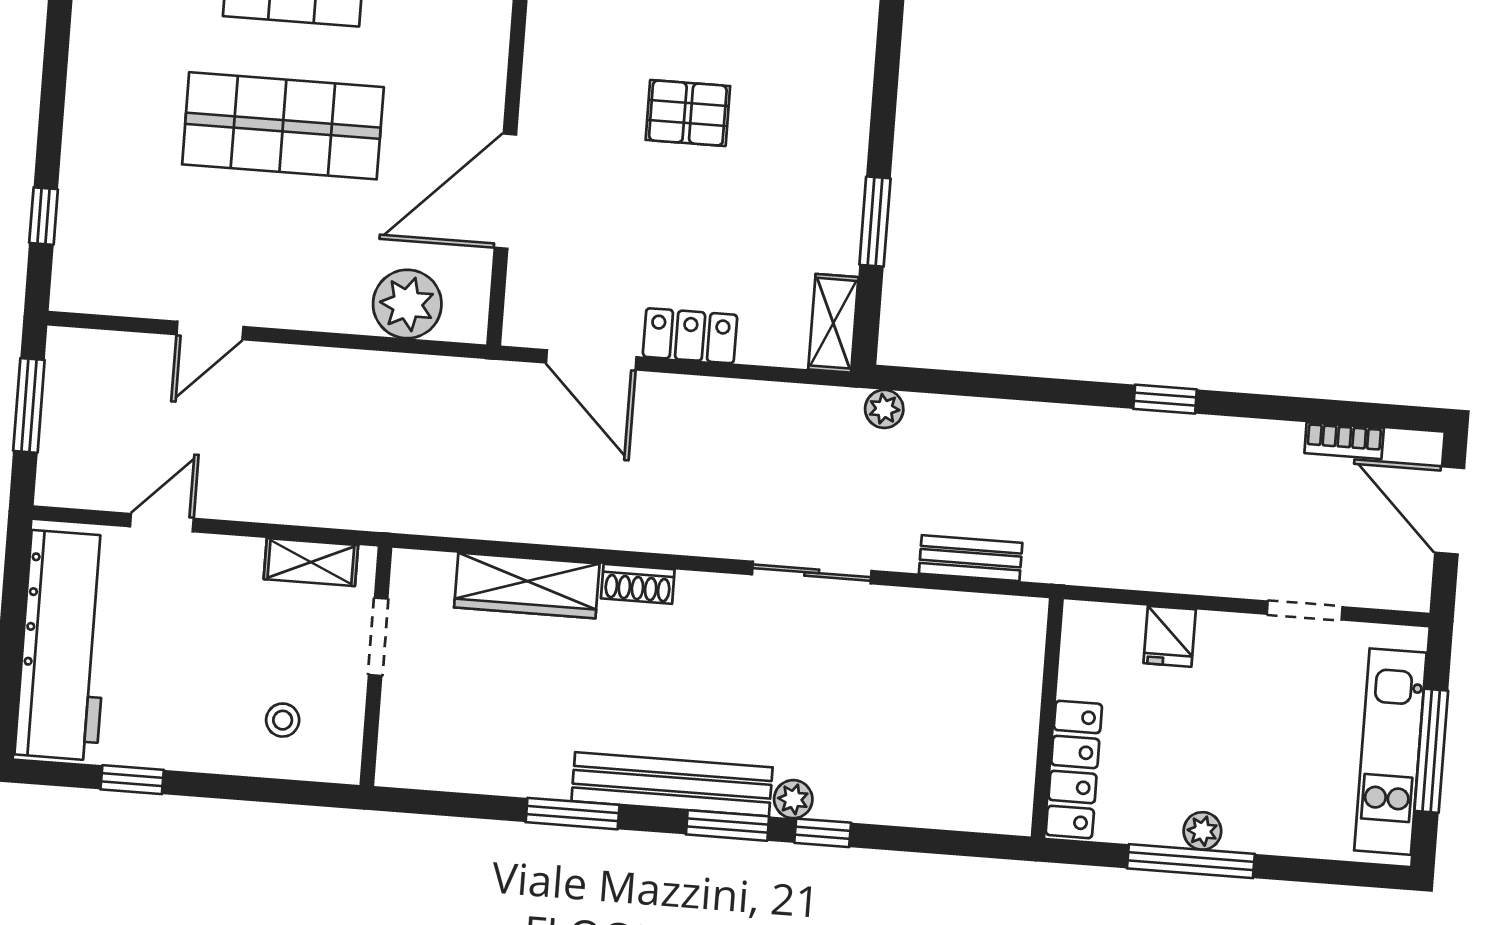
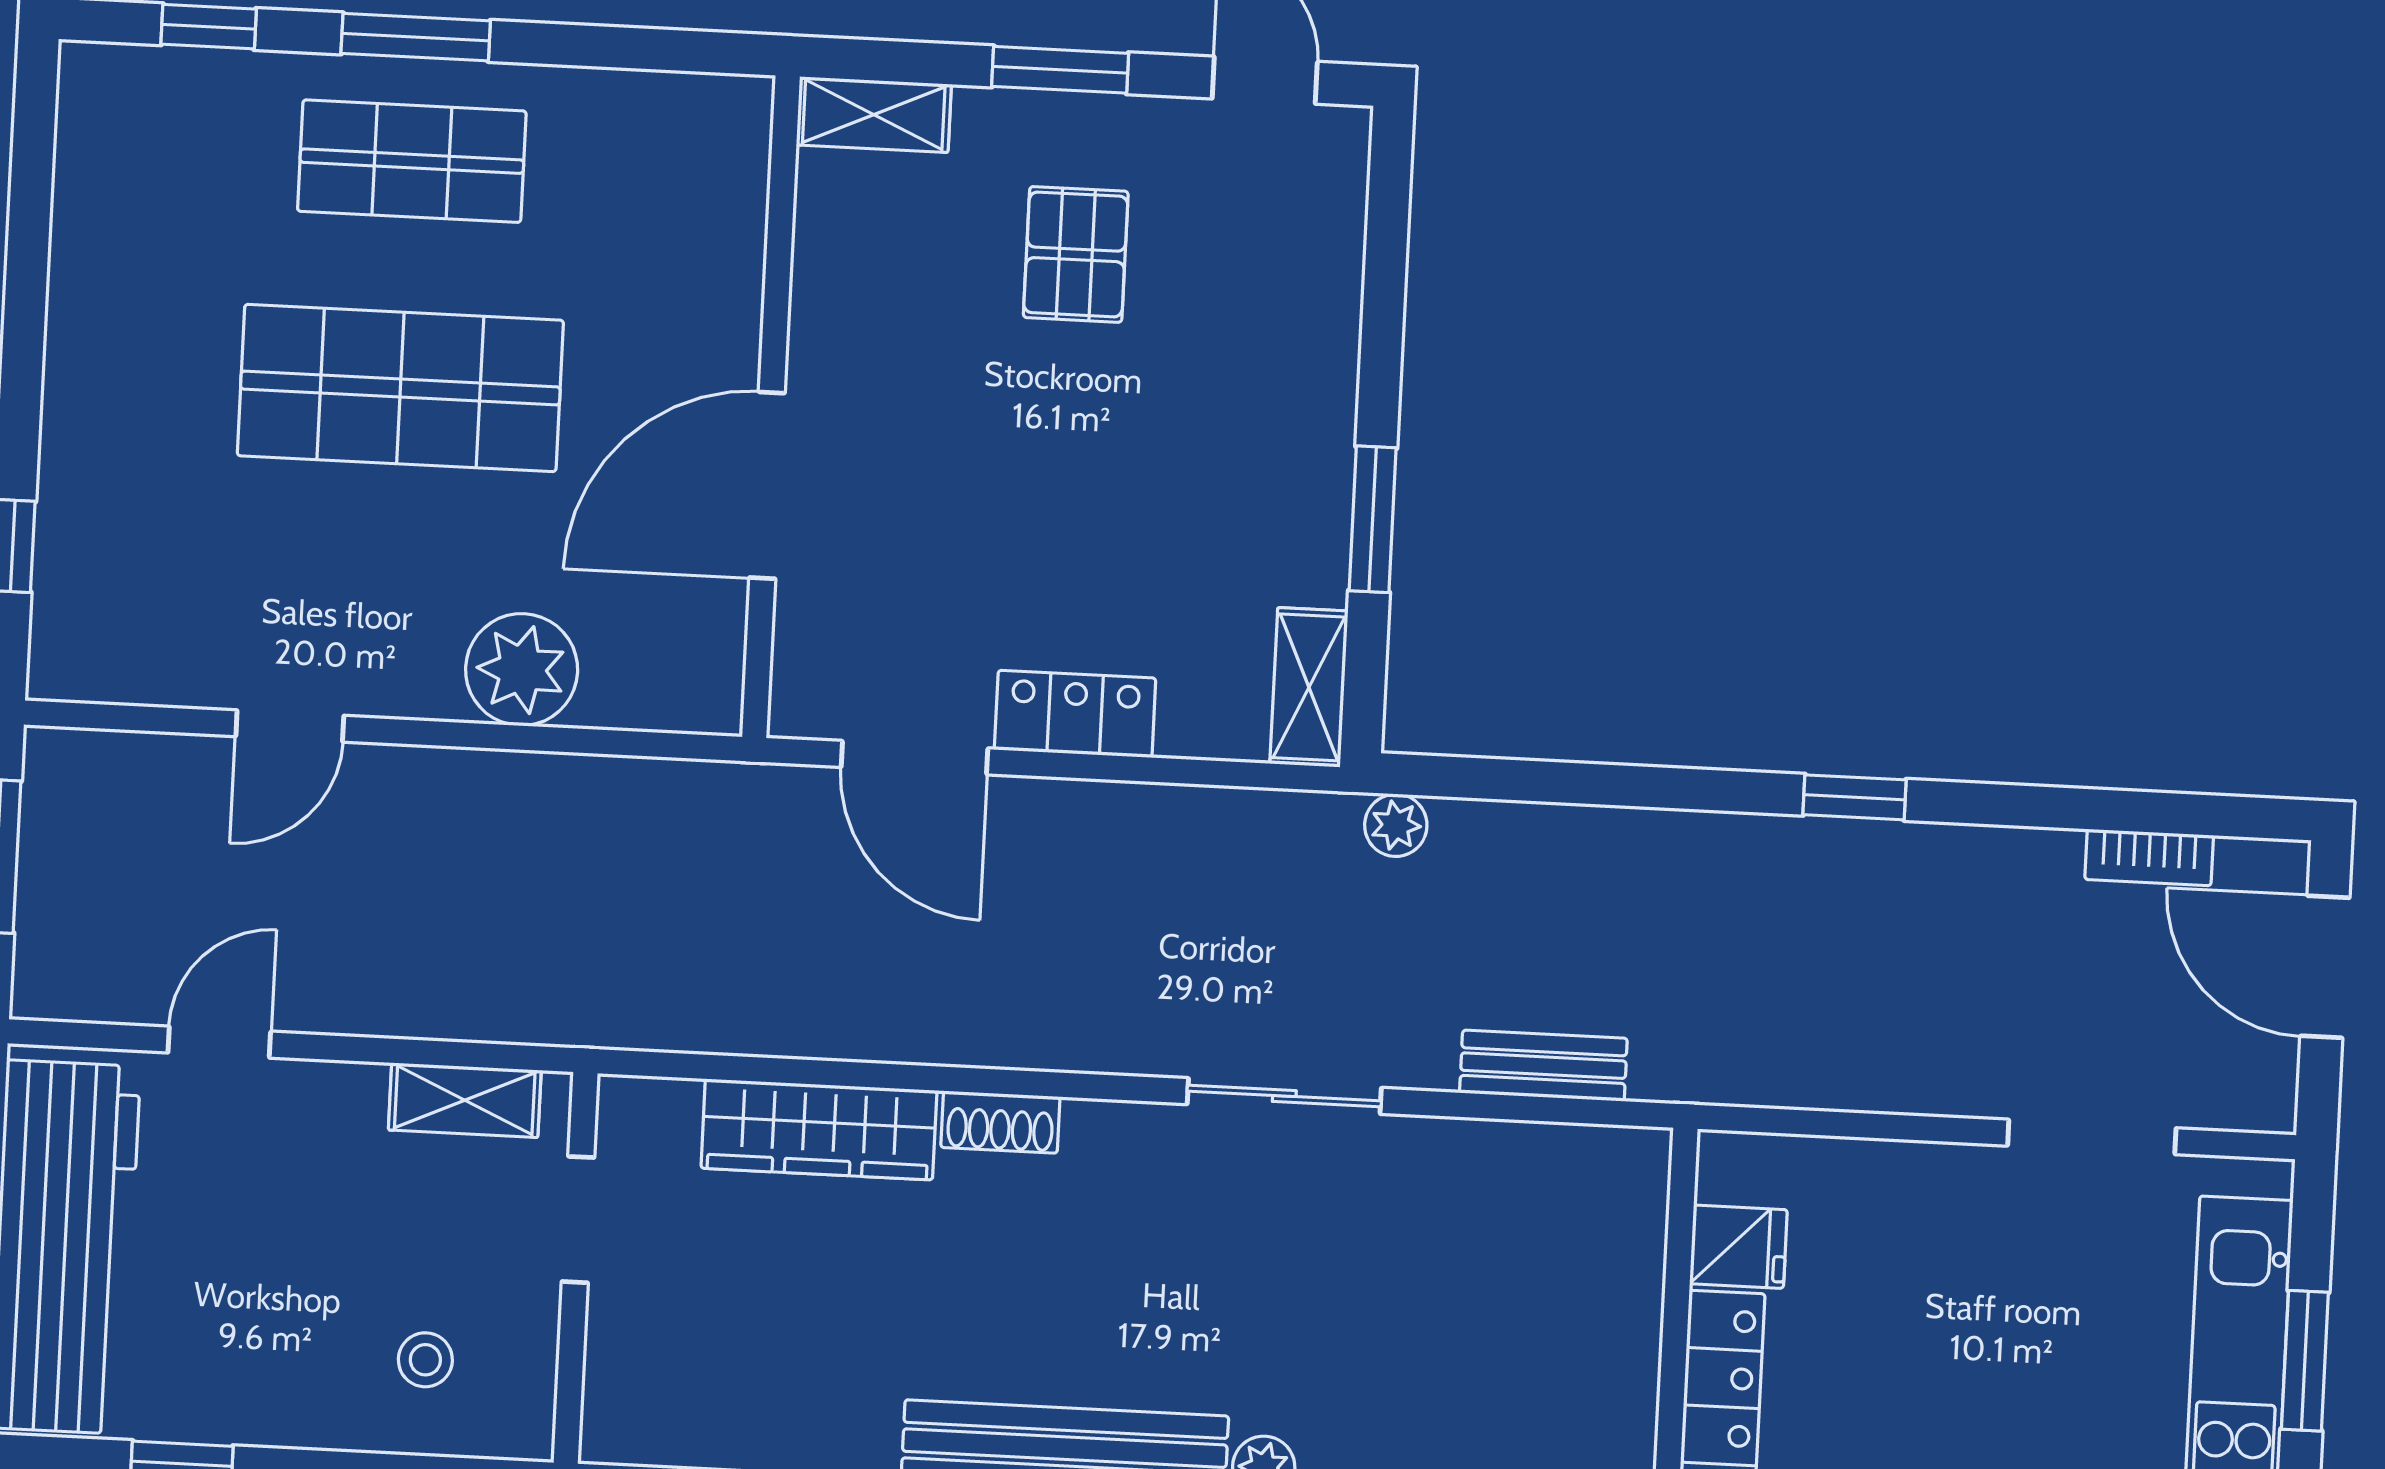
pallet: (688, 113) -> (1076, 254), moved, turned 90
plant: (407, 304) -> (522, 670), moved
doorway: (1305, 611) -> (2092, 1137), width x1.38
fridge: (1170, 636) -> (1738, 1247), moved, turned -90
window: (1431, 751) -> (2305, 1361), width x0.69

